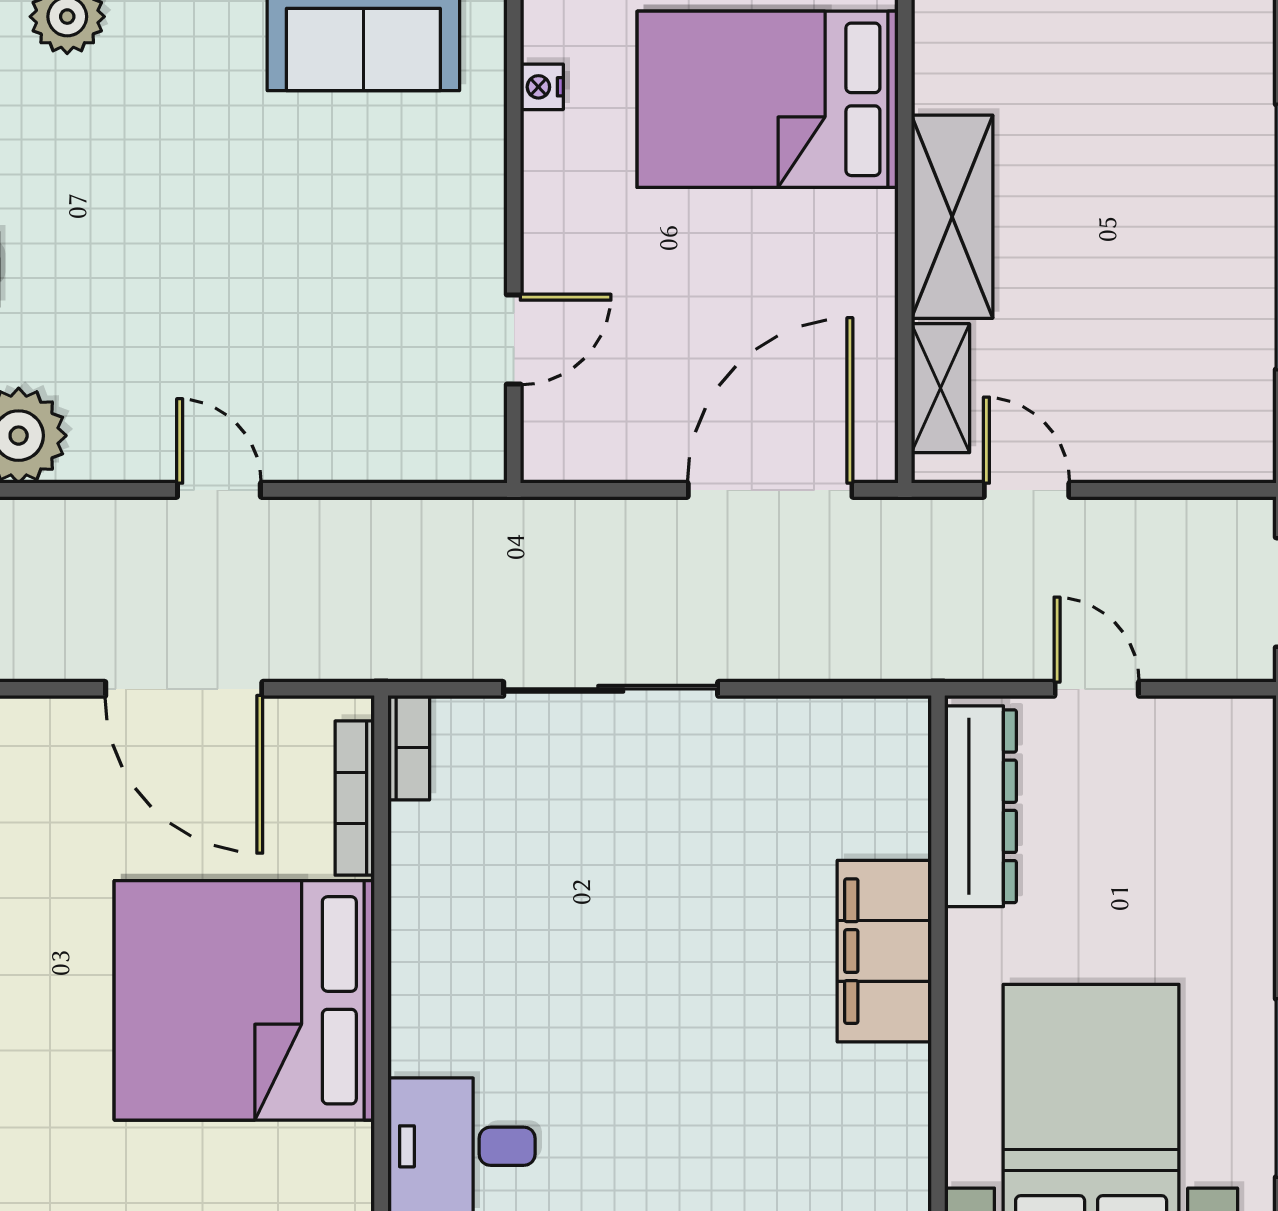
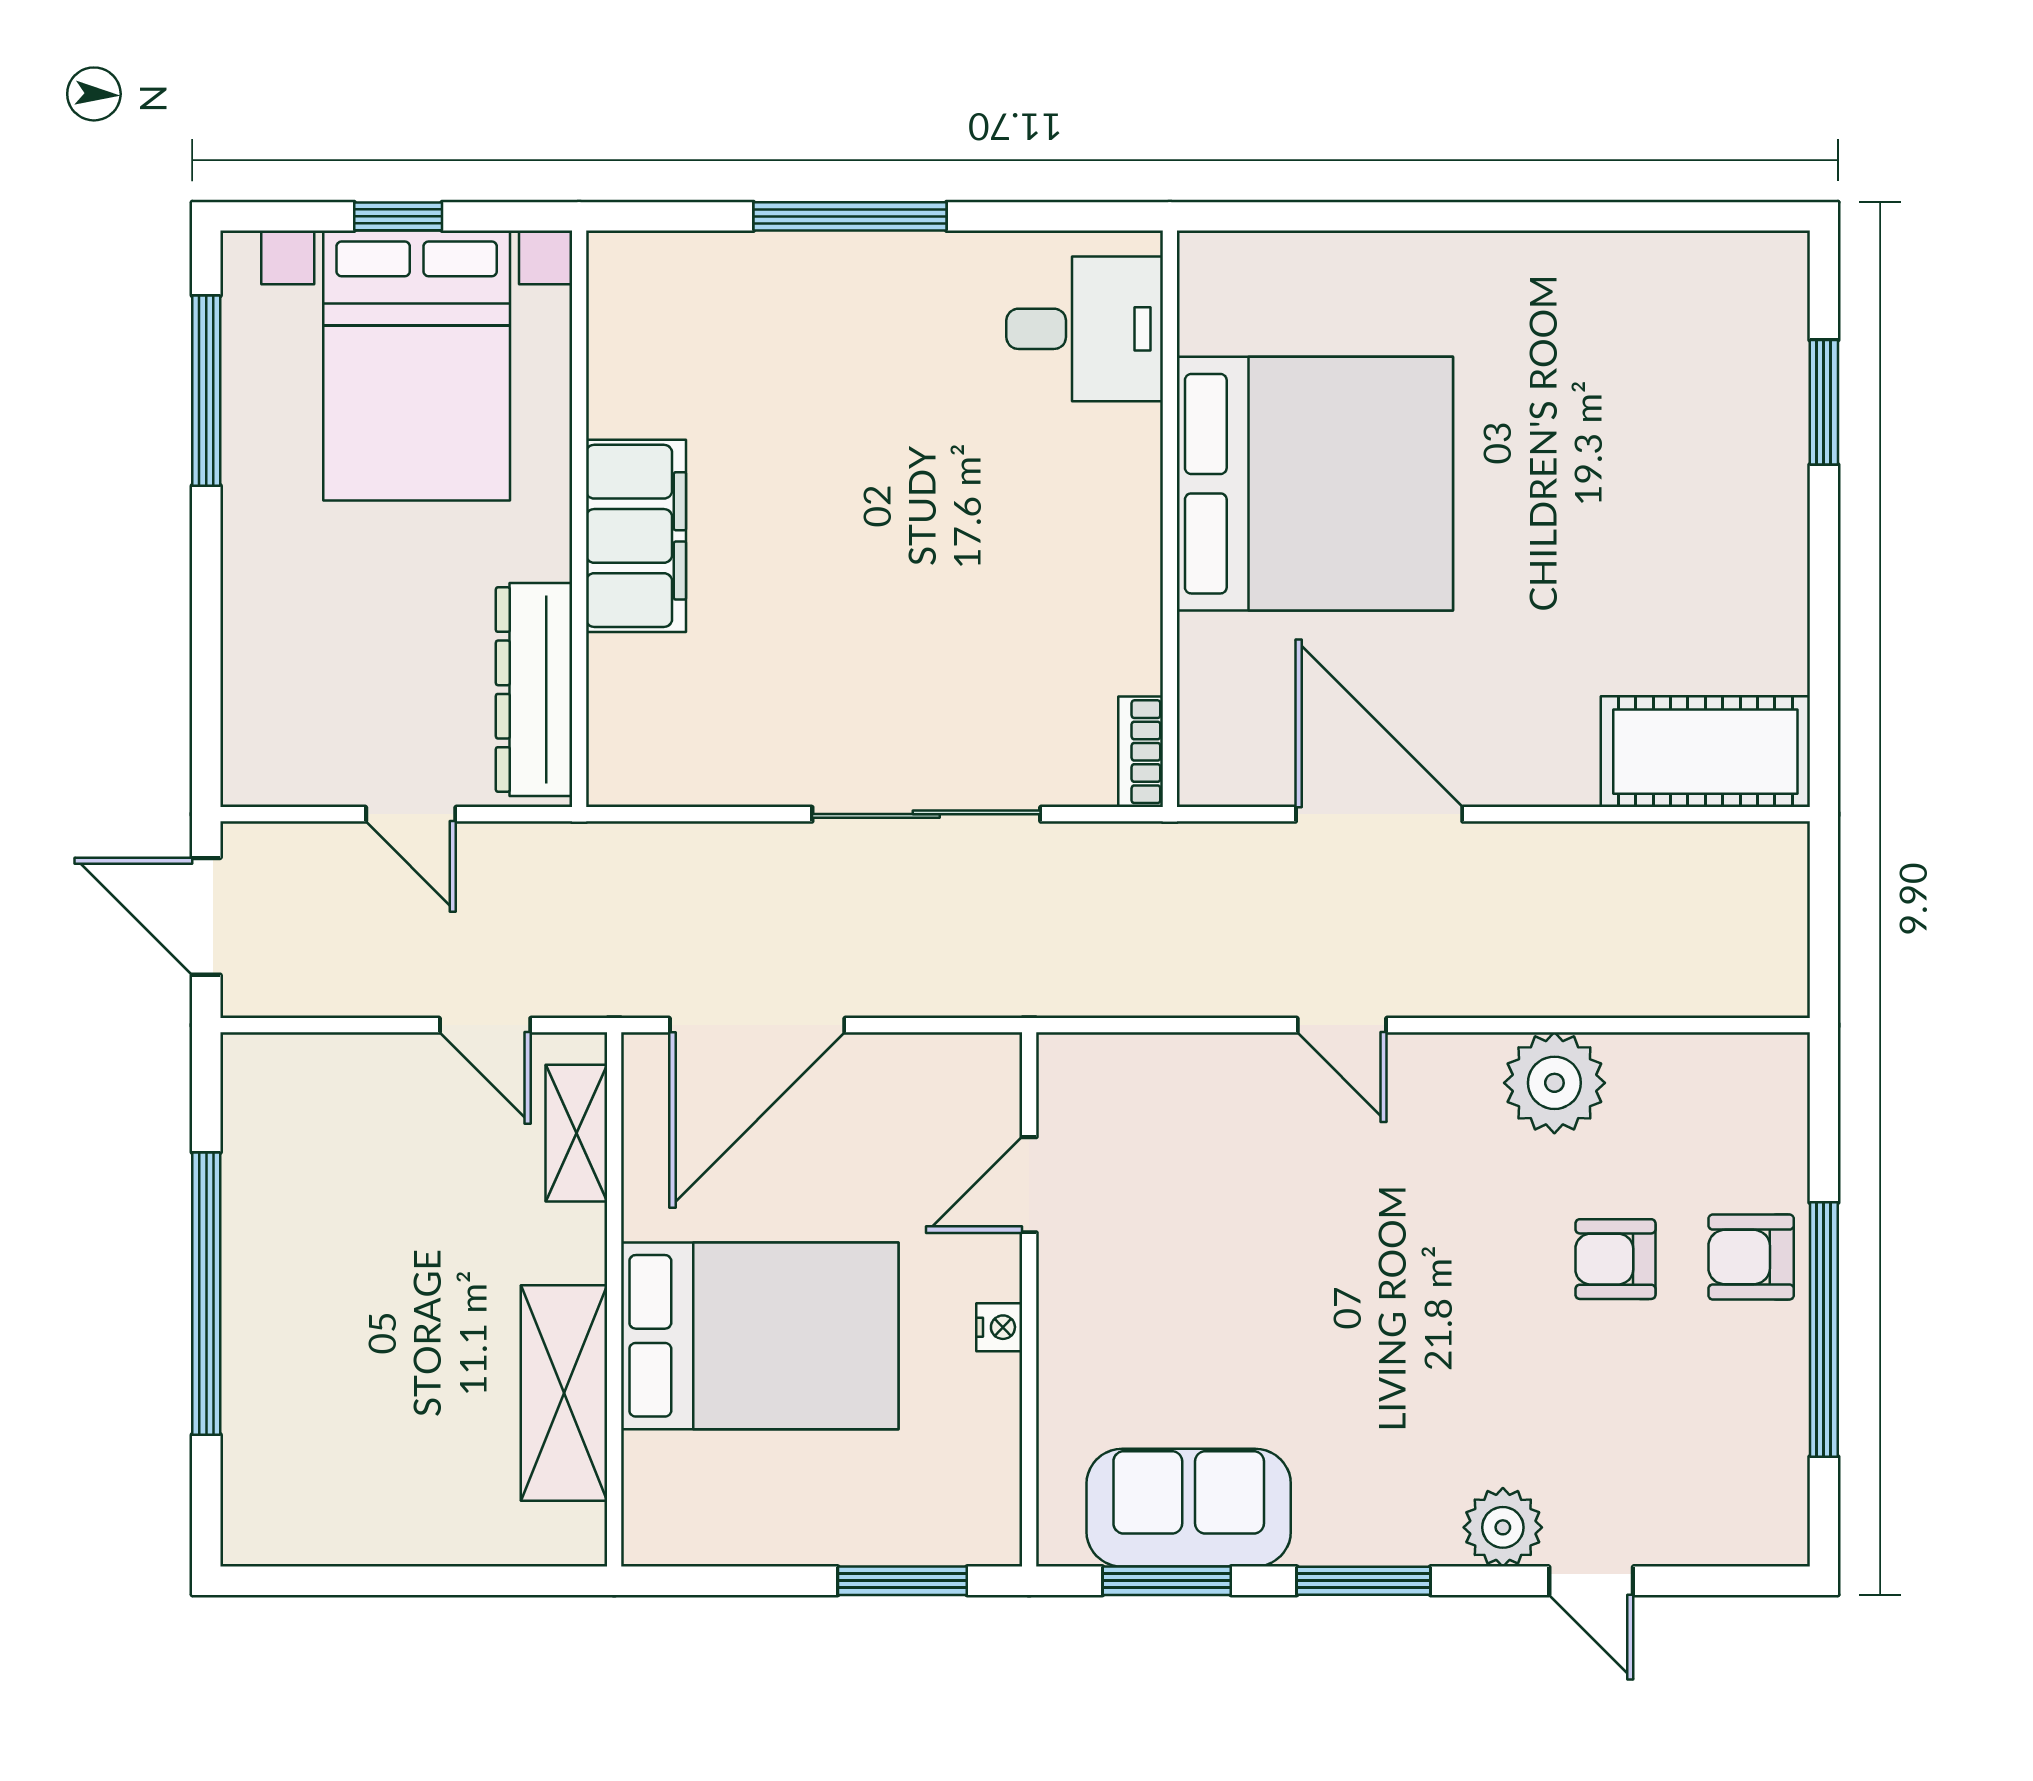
nightstand: (542, 87) -> (999, 1327), moved
bed: (768, 99) -> (760, 1336), moved
shelving: (952, 217) -> (564, 1393), moved
bookcase: (355, 798) -> (1198, 698), removed

